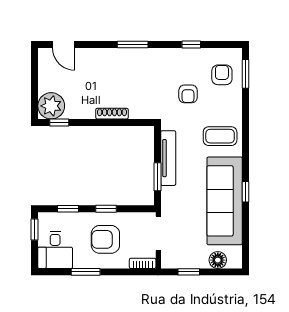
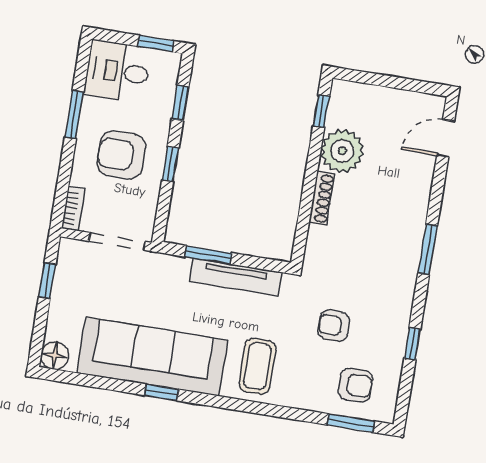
plant: (51, 106) -> (342, 151), moved
armchair: (105, 239) -> (121, 155), turned -90
floor lamp: (218, 260) -> (55, 356), moved

